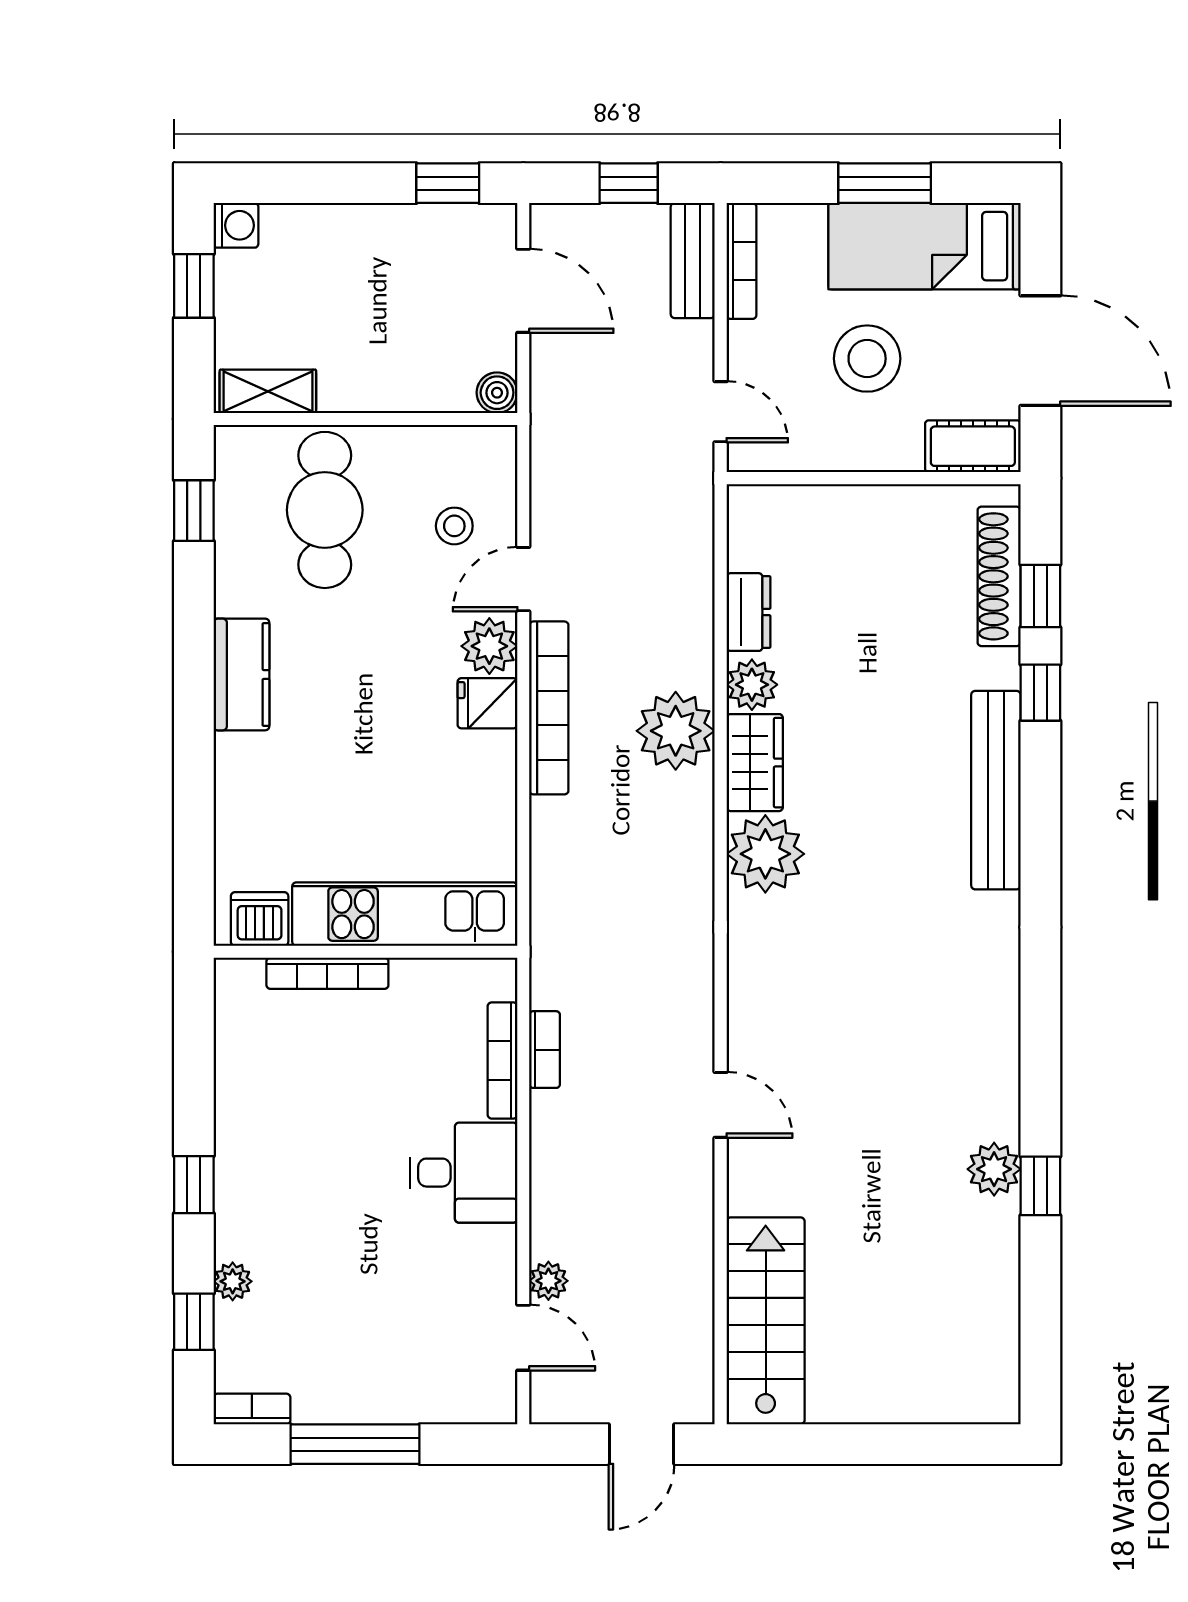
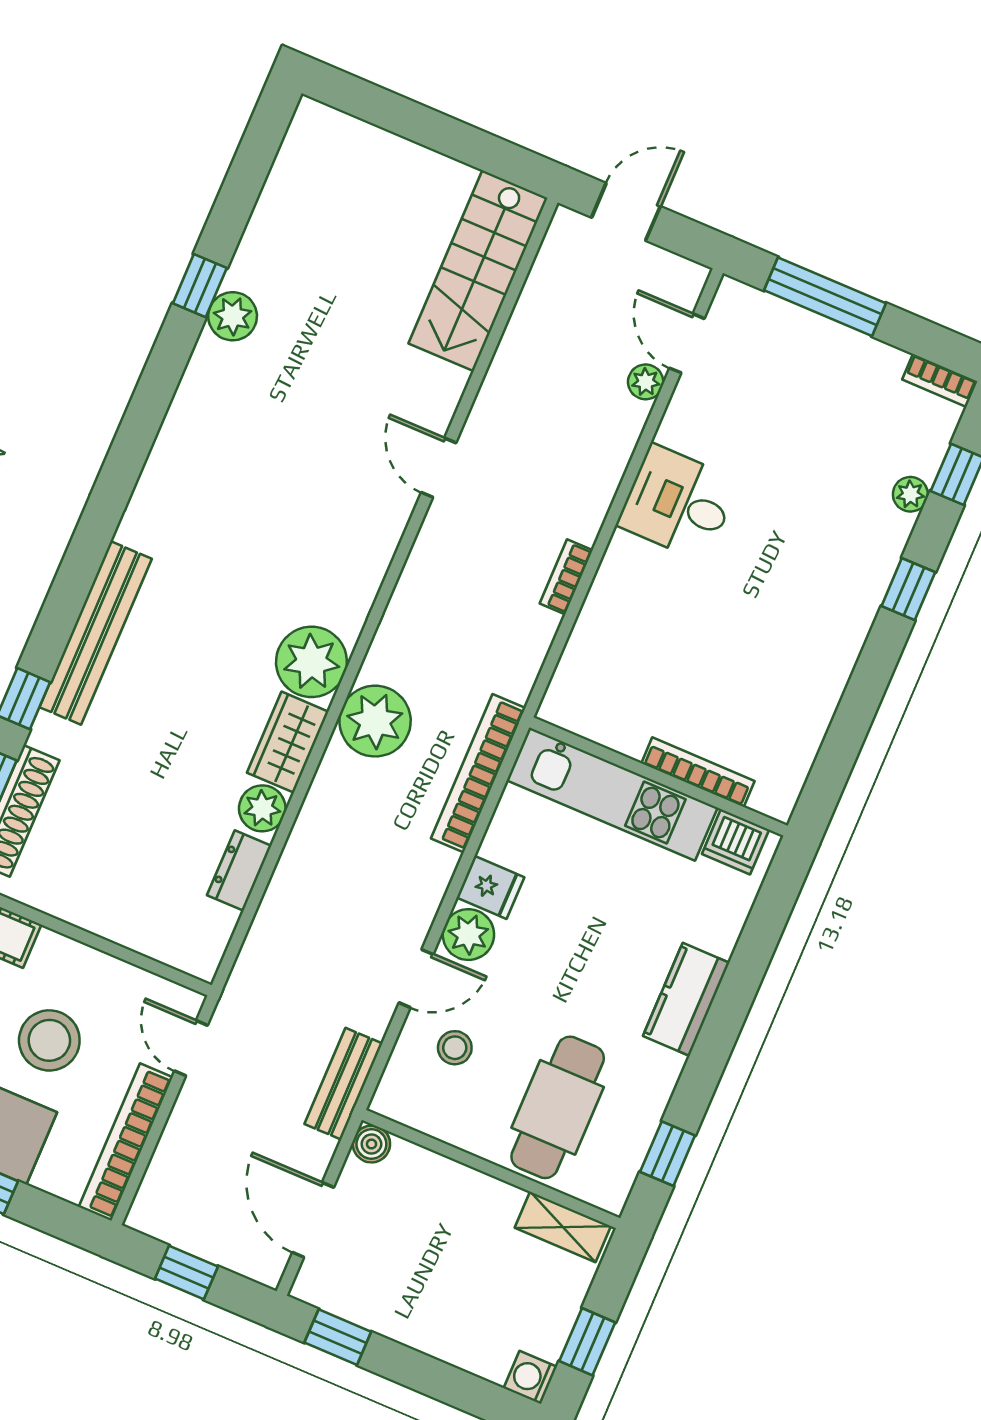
bench: (693, 261) -> (343, 1084), moved
bookcase: (741, 261) -> (126, 1142), width x1.48, depth x1.31
bookcase: (549, 708) -> (478, 773), moved
plant: (676, 731) -> (375, 721), moved
kitchen unit: (405, 914) -> (612, 794), moved
dishwasher: (260, 919) -> (735, 842), moved
wall: (365, 952) -> (658, 777), moved
bookcase: (327, 973) -> (698, 772), moved
bookcase: (503, 1060) -> (605, 583), removed
window: (355, 1444) -> (825, 297), moved

